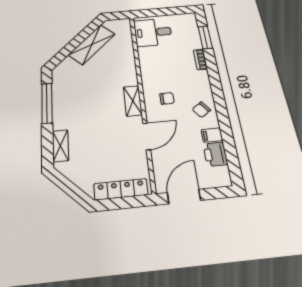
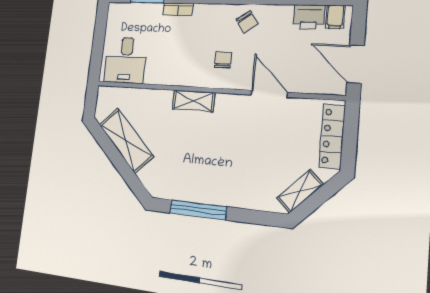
shelving: (133, 101) -> (193, 101), moved
filing cabinet: (212, 135) -> (335, 17), moved
shelving: (60, 146) -> (300, 191), moved, turned -45

